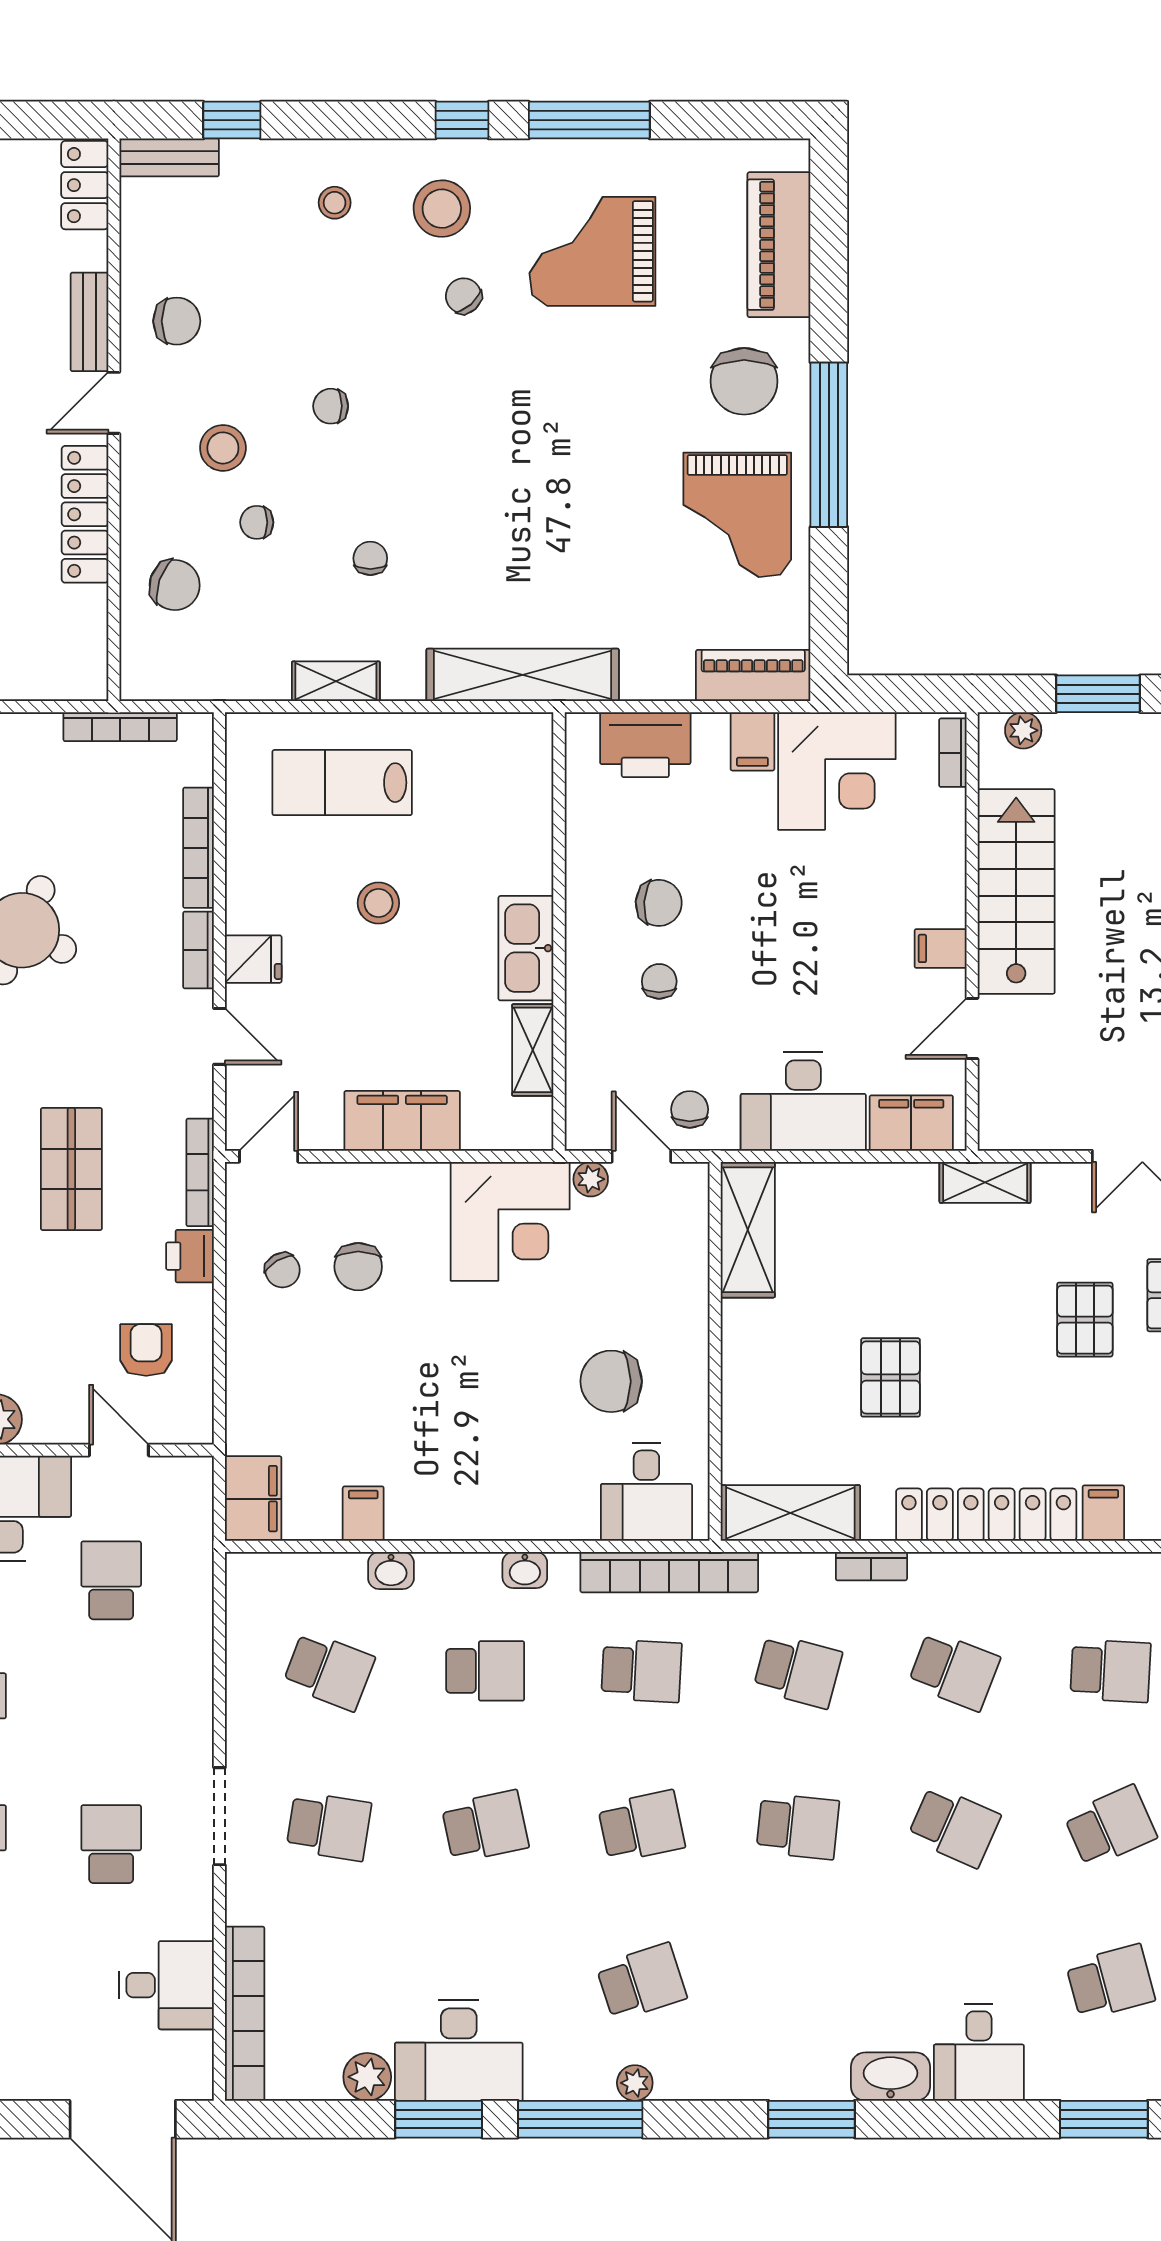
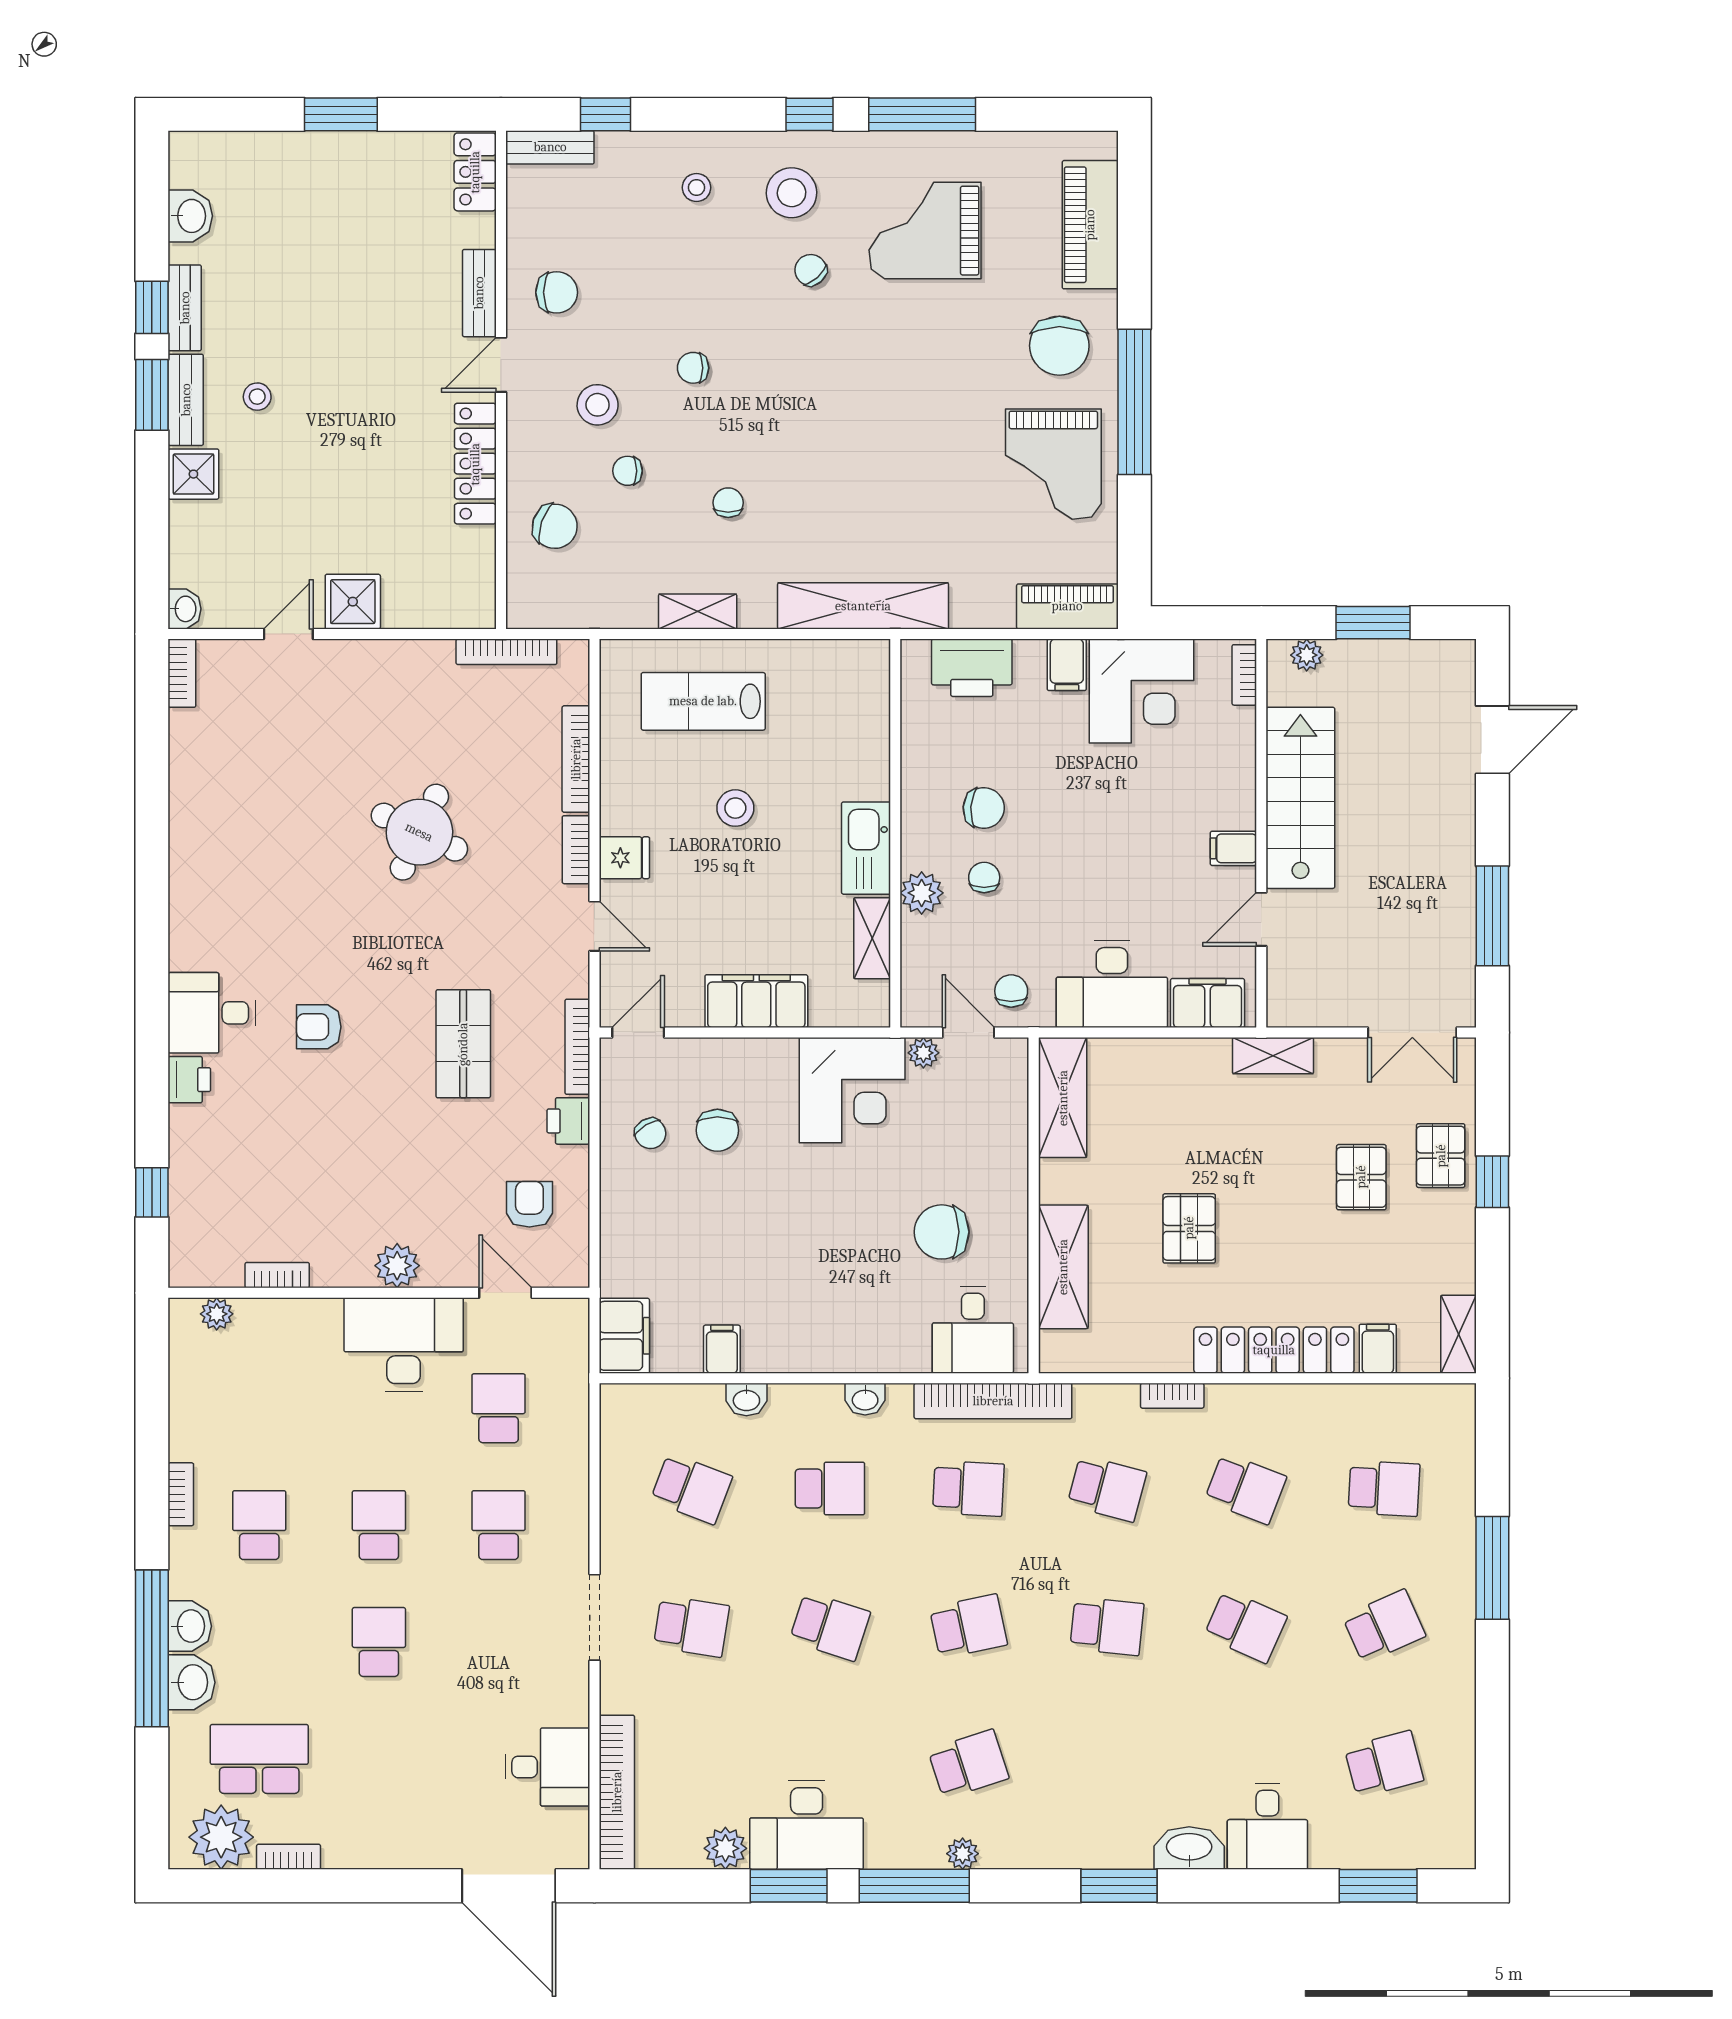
plant: (589, 999) -> (922, 893), added
shelving: (790, 1513) -> (1063, 1267), moved, turned 90
school desk: (485, 1826) -> (830, 1626), turned 30
school desk: (111, 1844) -> (499, 1525), moved

